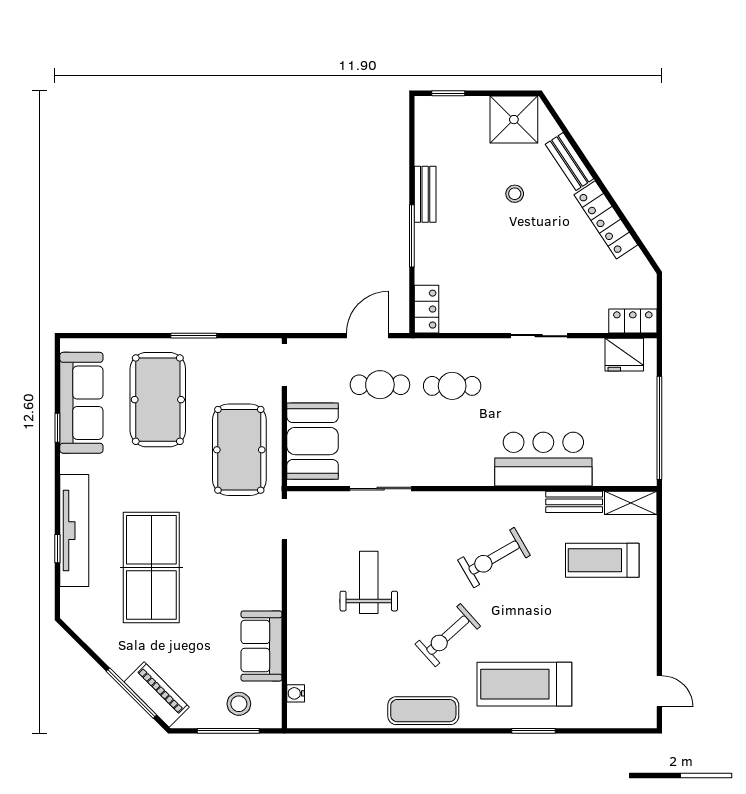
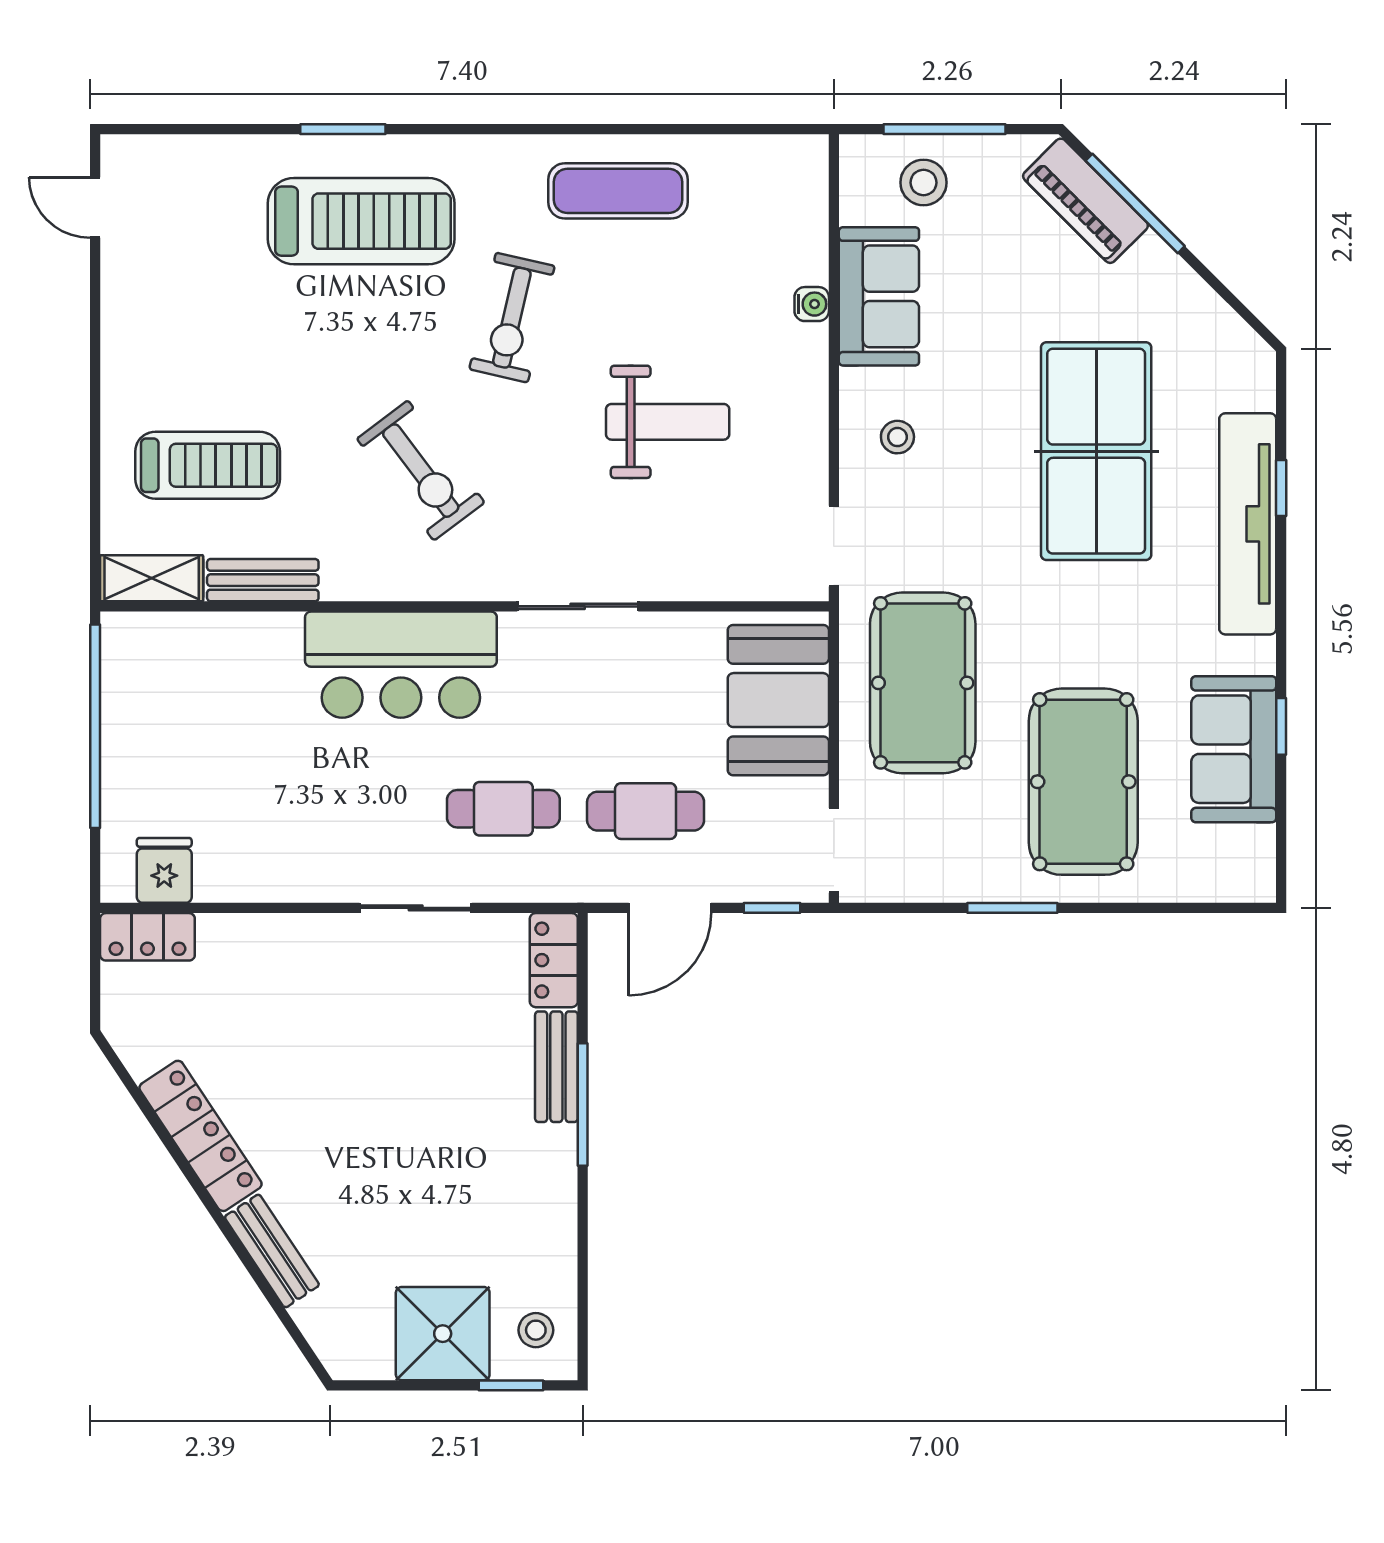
shower: (514, 120) -> (443, 1334), moved
bench: (425, 194) -> (556, 1067), moved
stool: (515, 194) -> (536, 1330), moved
window: (316, 336) -> (772, 908), added
sliding door: (539, 336) -> (416, 908), moved
fridge: (624, 355) -> (164, 870), width x0.72
sofa: (81, 403) -> (1234, 749), width x0.73
bar counter: (543, 459) -> (401, 665), moved
sliding door: (381, 489) -> (578, 606), moved
exercise bike: (494, 558) -> (421, 471), turned 83
stool: (252, 575) -> (897, 437), added
weight bench: (369, 582) -> (668, 422), turned -90
exercise bike: (448, 635) -> (512, 318), turned 145
water cooler: (296, 693) -> (812, 304), moved
exercise mat: (423, 711) -> (618, 191), moved

